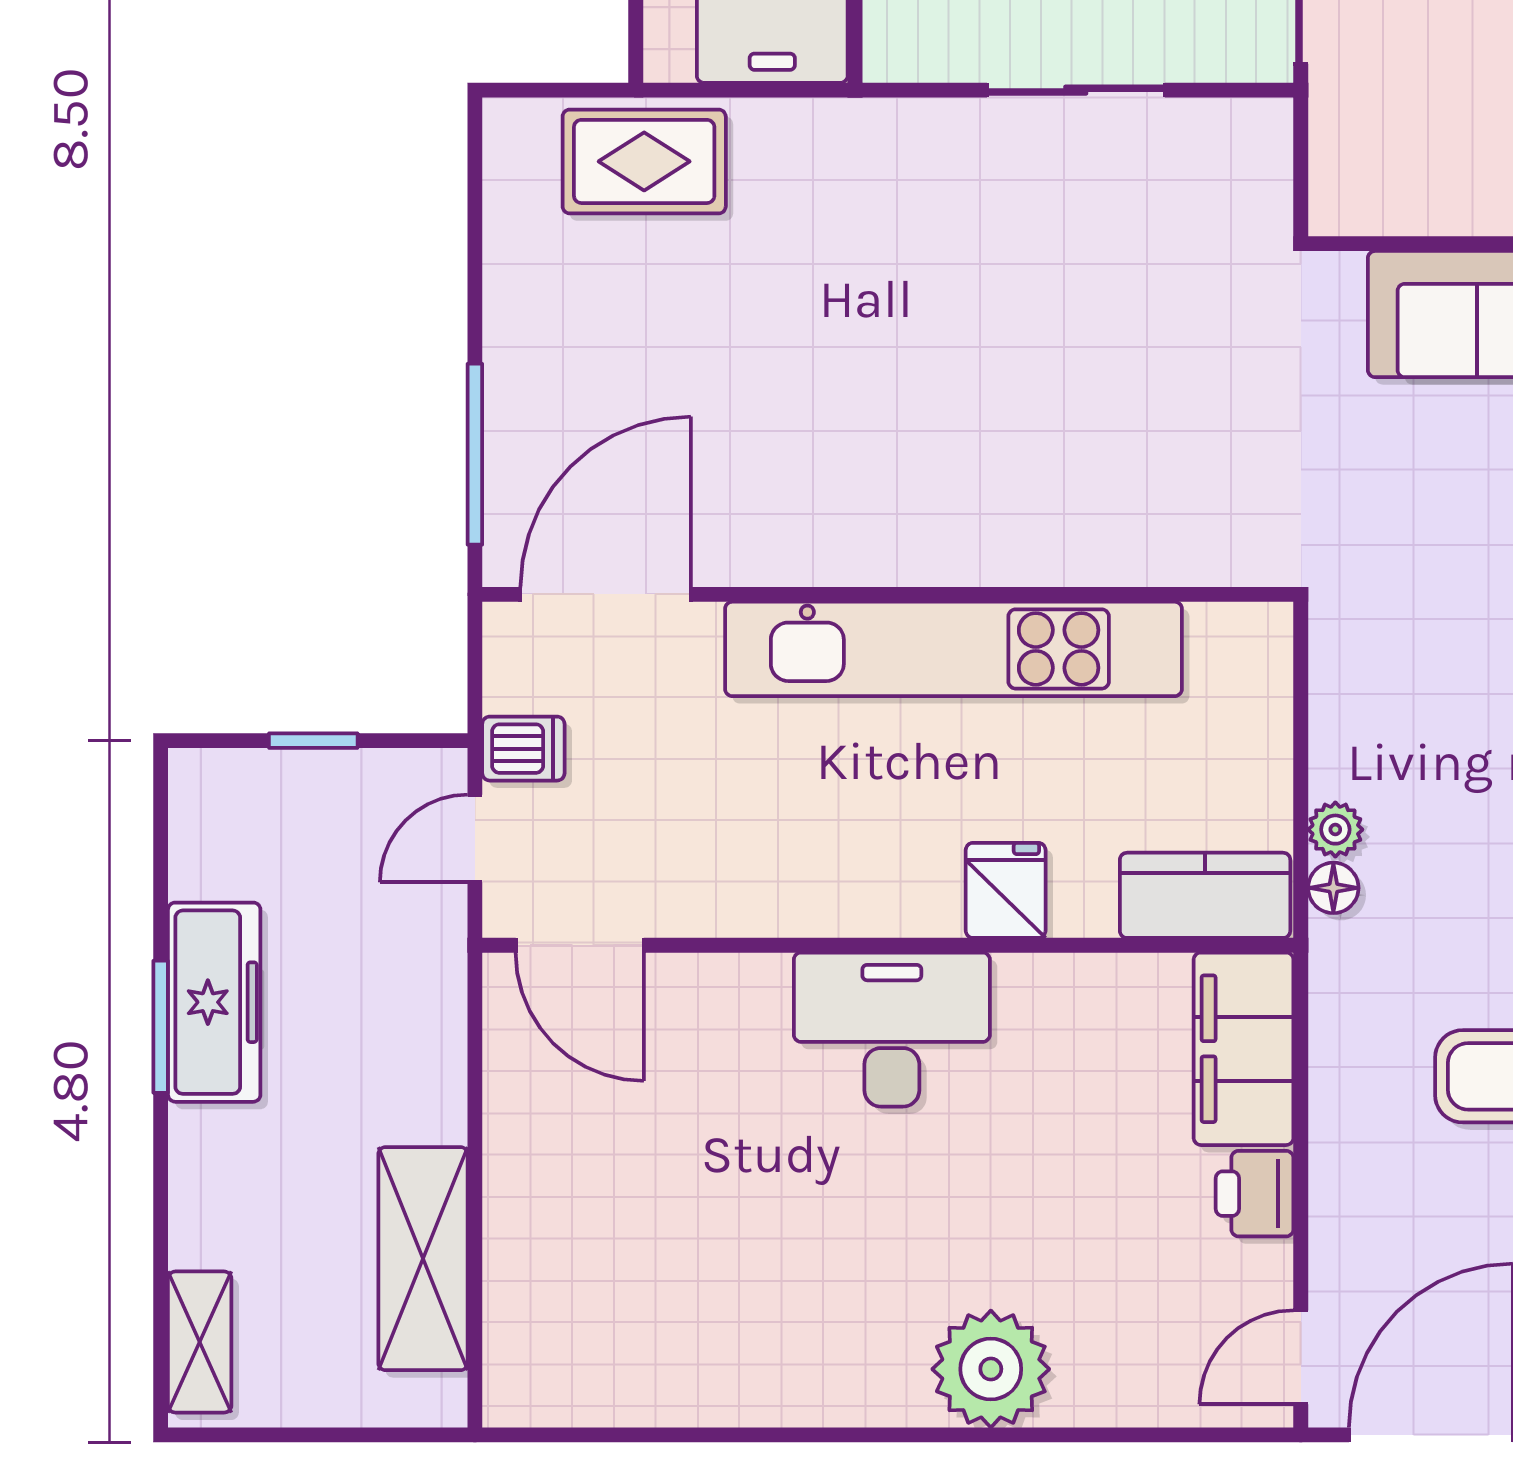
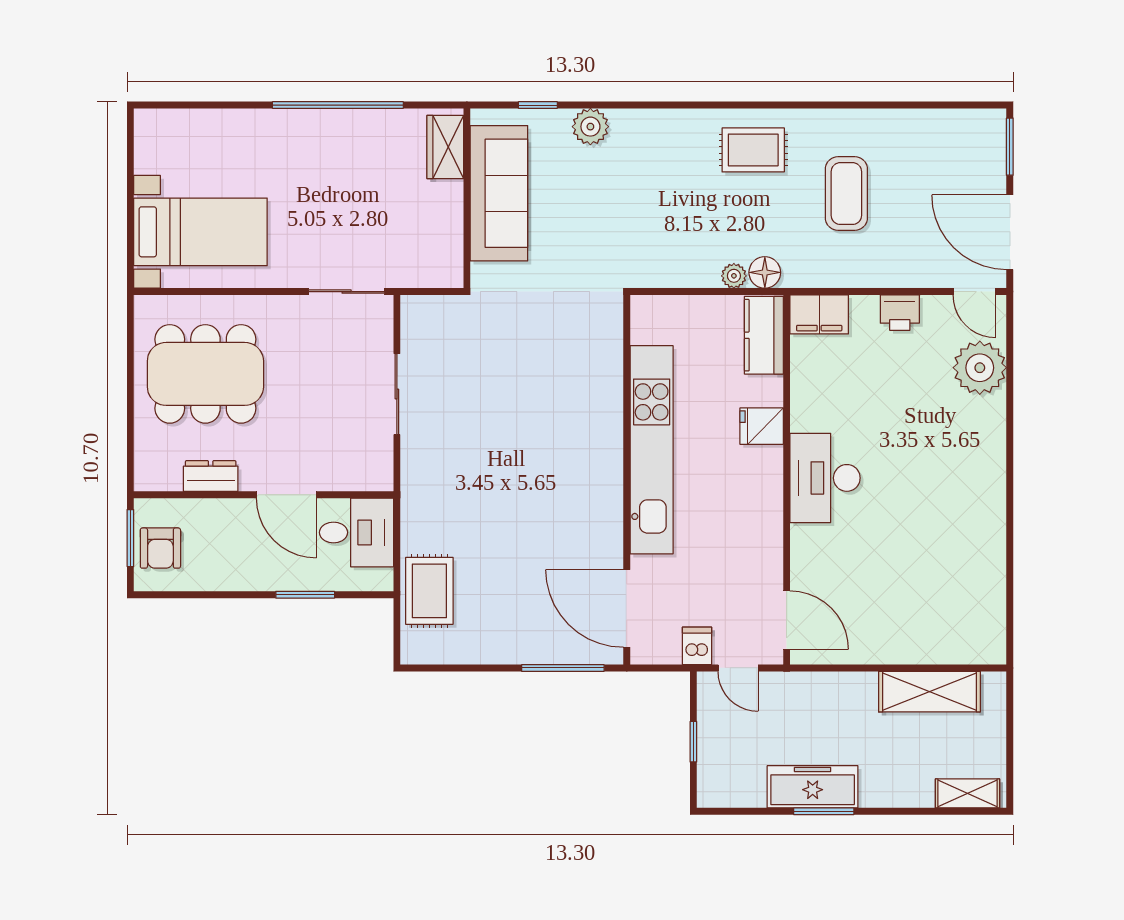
floor lamp: (1333, 888) -> (765, 272), width x1.37, depth x1.37
door: (580, 945) -> (787, 620), hinge flipped
filing cabinet: (1244, 1049) -> (819, 314), width x0.67, depth x0.86
plant: (991, 1369) -> (980, 368), moved

